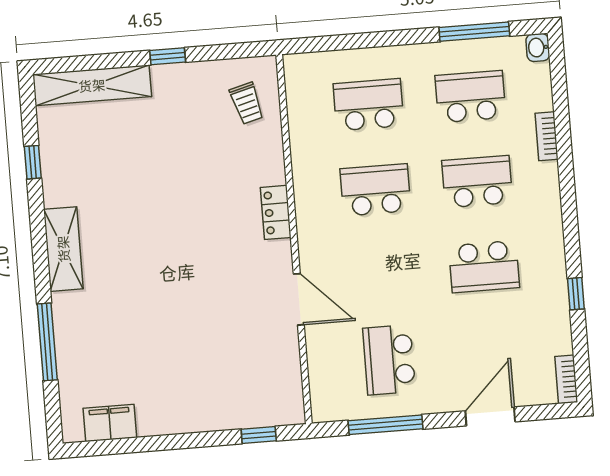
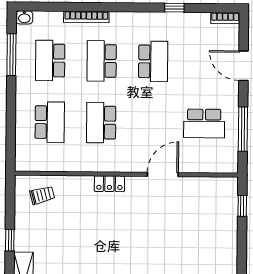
school desk: (369, 105) -> (50, 122), turned 180
bookcase: (547, 136) -> (86, 17), width x1.56

